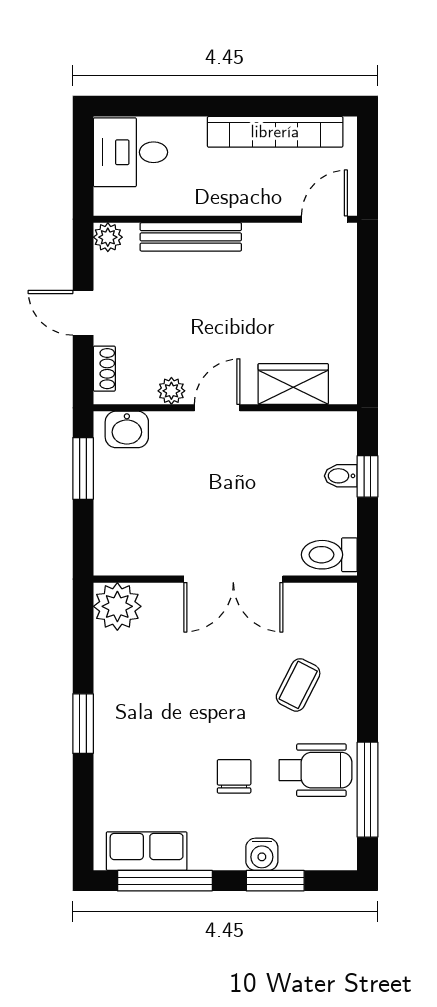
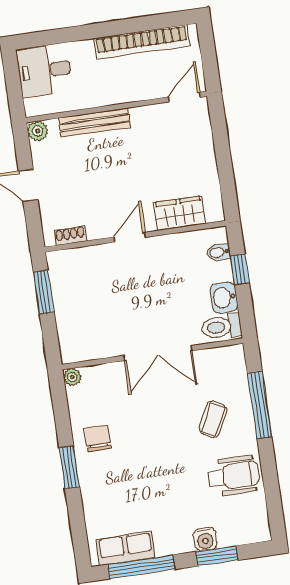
shoe rack: (104, 369) -> (70, 236), moved, turned -90
plant: (171, 391) -> (97, 230), removed
washbasin: (127, 429) -> (224, 297), moved, turned 90
bidet: (341, 476) -> (219, 252), moved
plant: (117, 606) -> (72, 377), width x0.53, depth x0.53
chair: (234, 776) -> (98, 439), moved
window: (367, 790) -> (260, 405), moved

